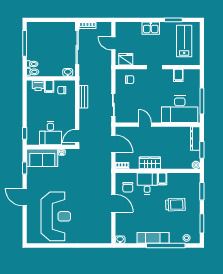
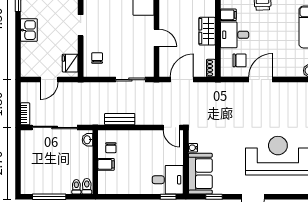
printer: (38, 85) -> (105, 179), removed
door: (145, 125) -> (157, 38), swing flipped
desk: (50, 133) -> (168, 180), moved

